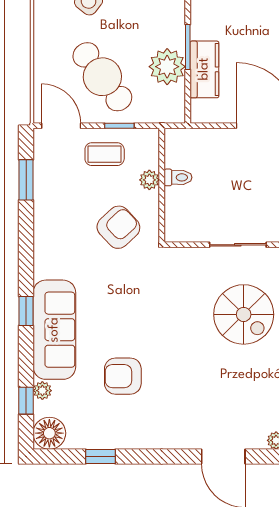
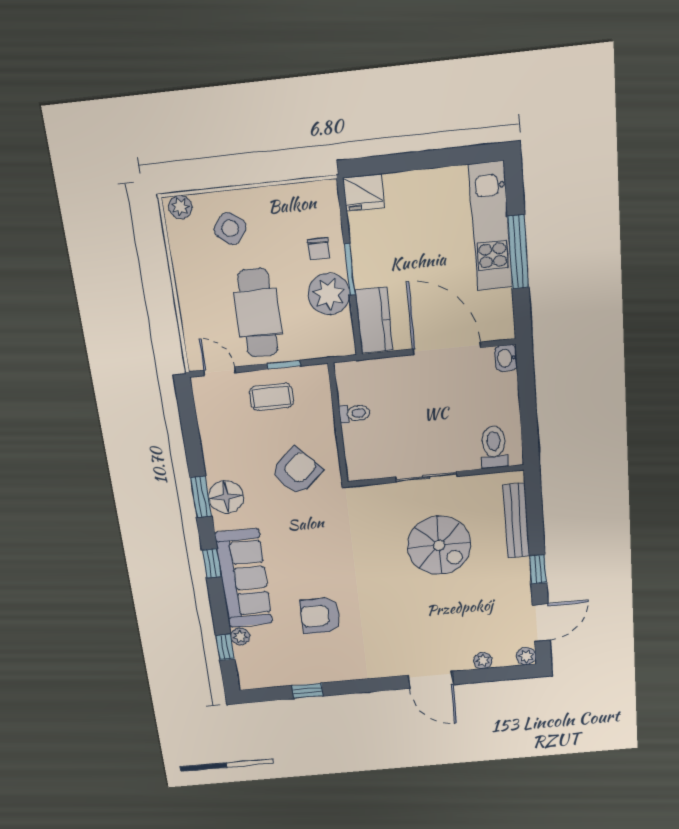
chair: (163, 26) -> (319, 249), added
kitchen counter: (204, 69) -> (374, 320), moved
cafe table: (102, 77) -> (258, 313), turned 37
door: (61, 126) -> (220, 371), width x0.73
window: (26, 180) -> (201, 497), moved
plant: (149, 180) -> (324, 419), removed
floor lamp: (49, 433) -> (226, 497), moved

